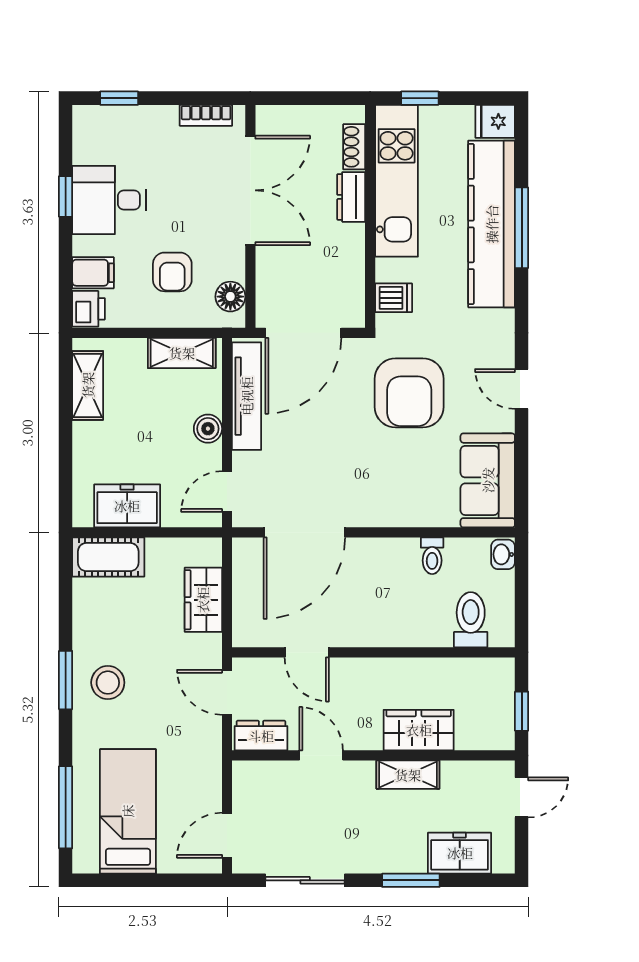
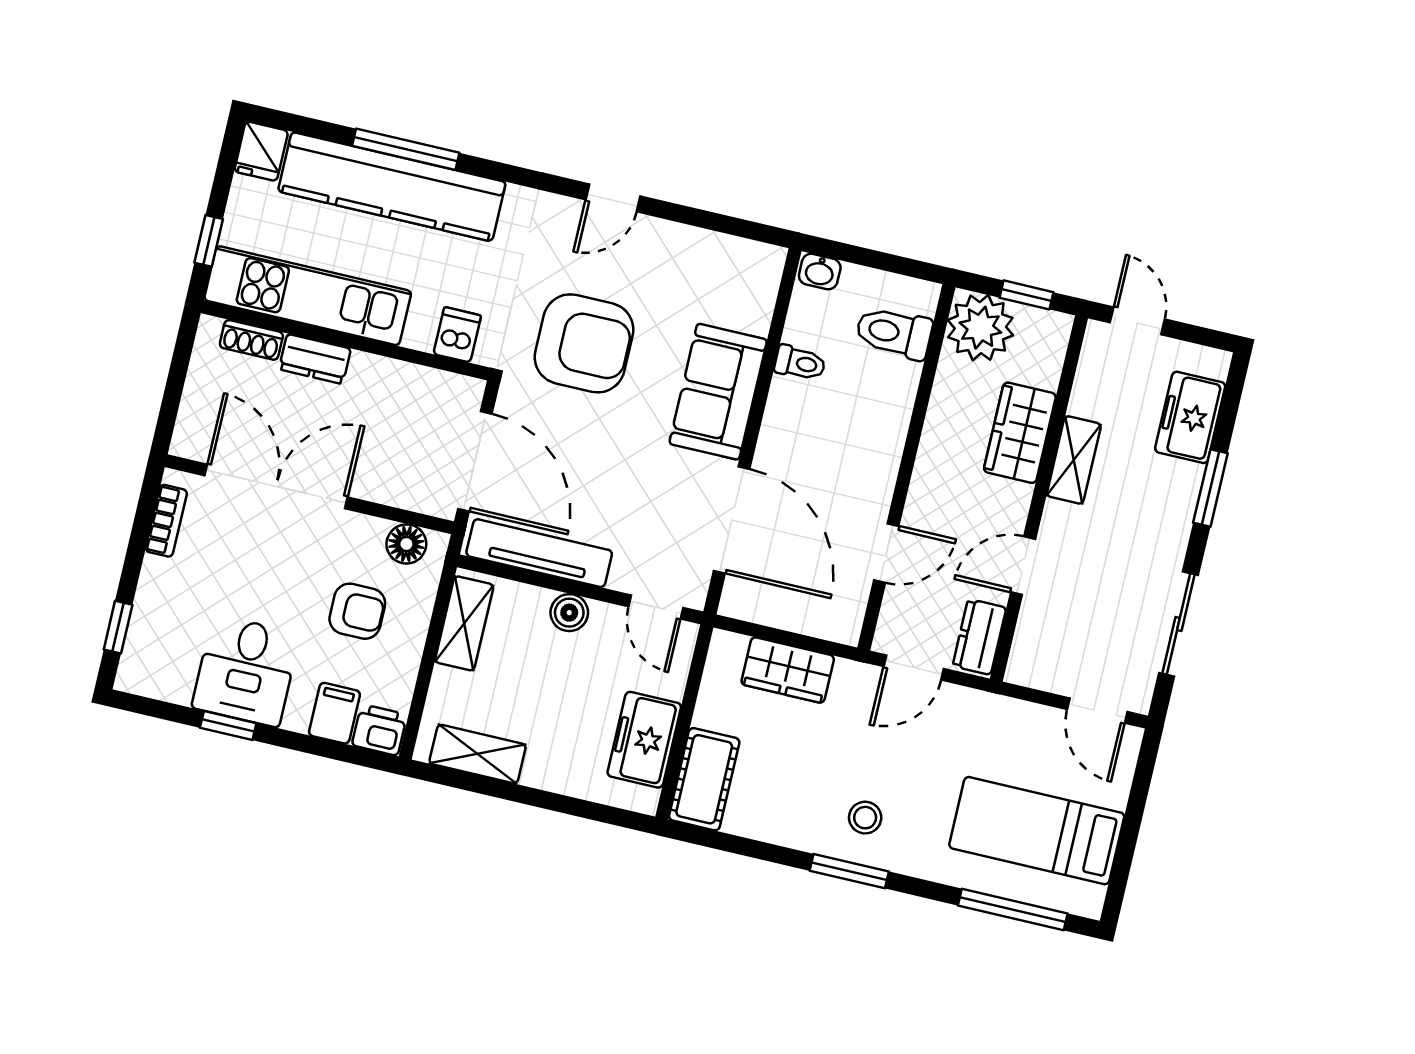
sofa: (488, 480) -> (718, 392), moved, turned 90
stool: (108, 683) -> (865, 818), width x0.73, depth x0.73
plant: (489, 683) -> (980, 328), added

